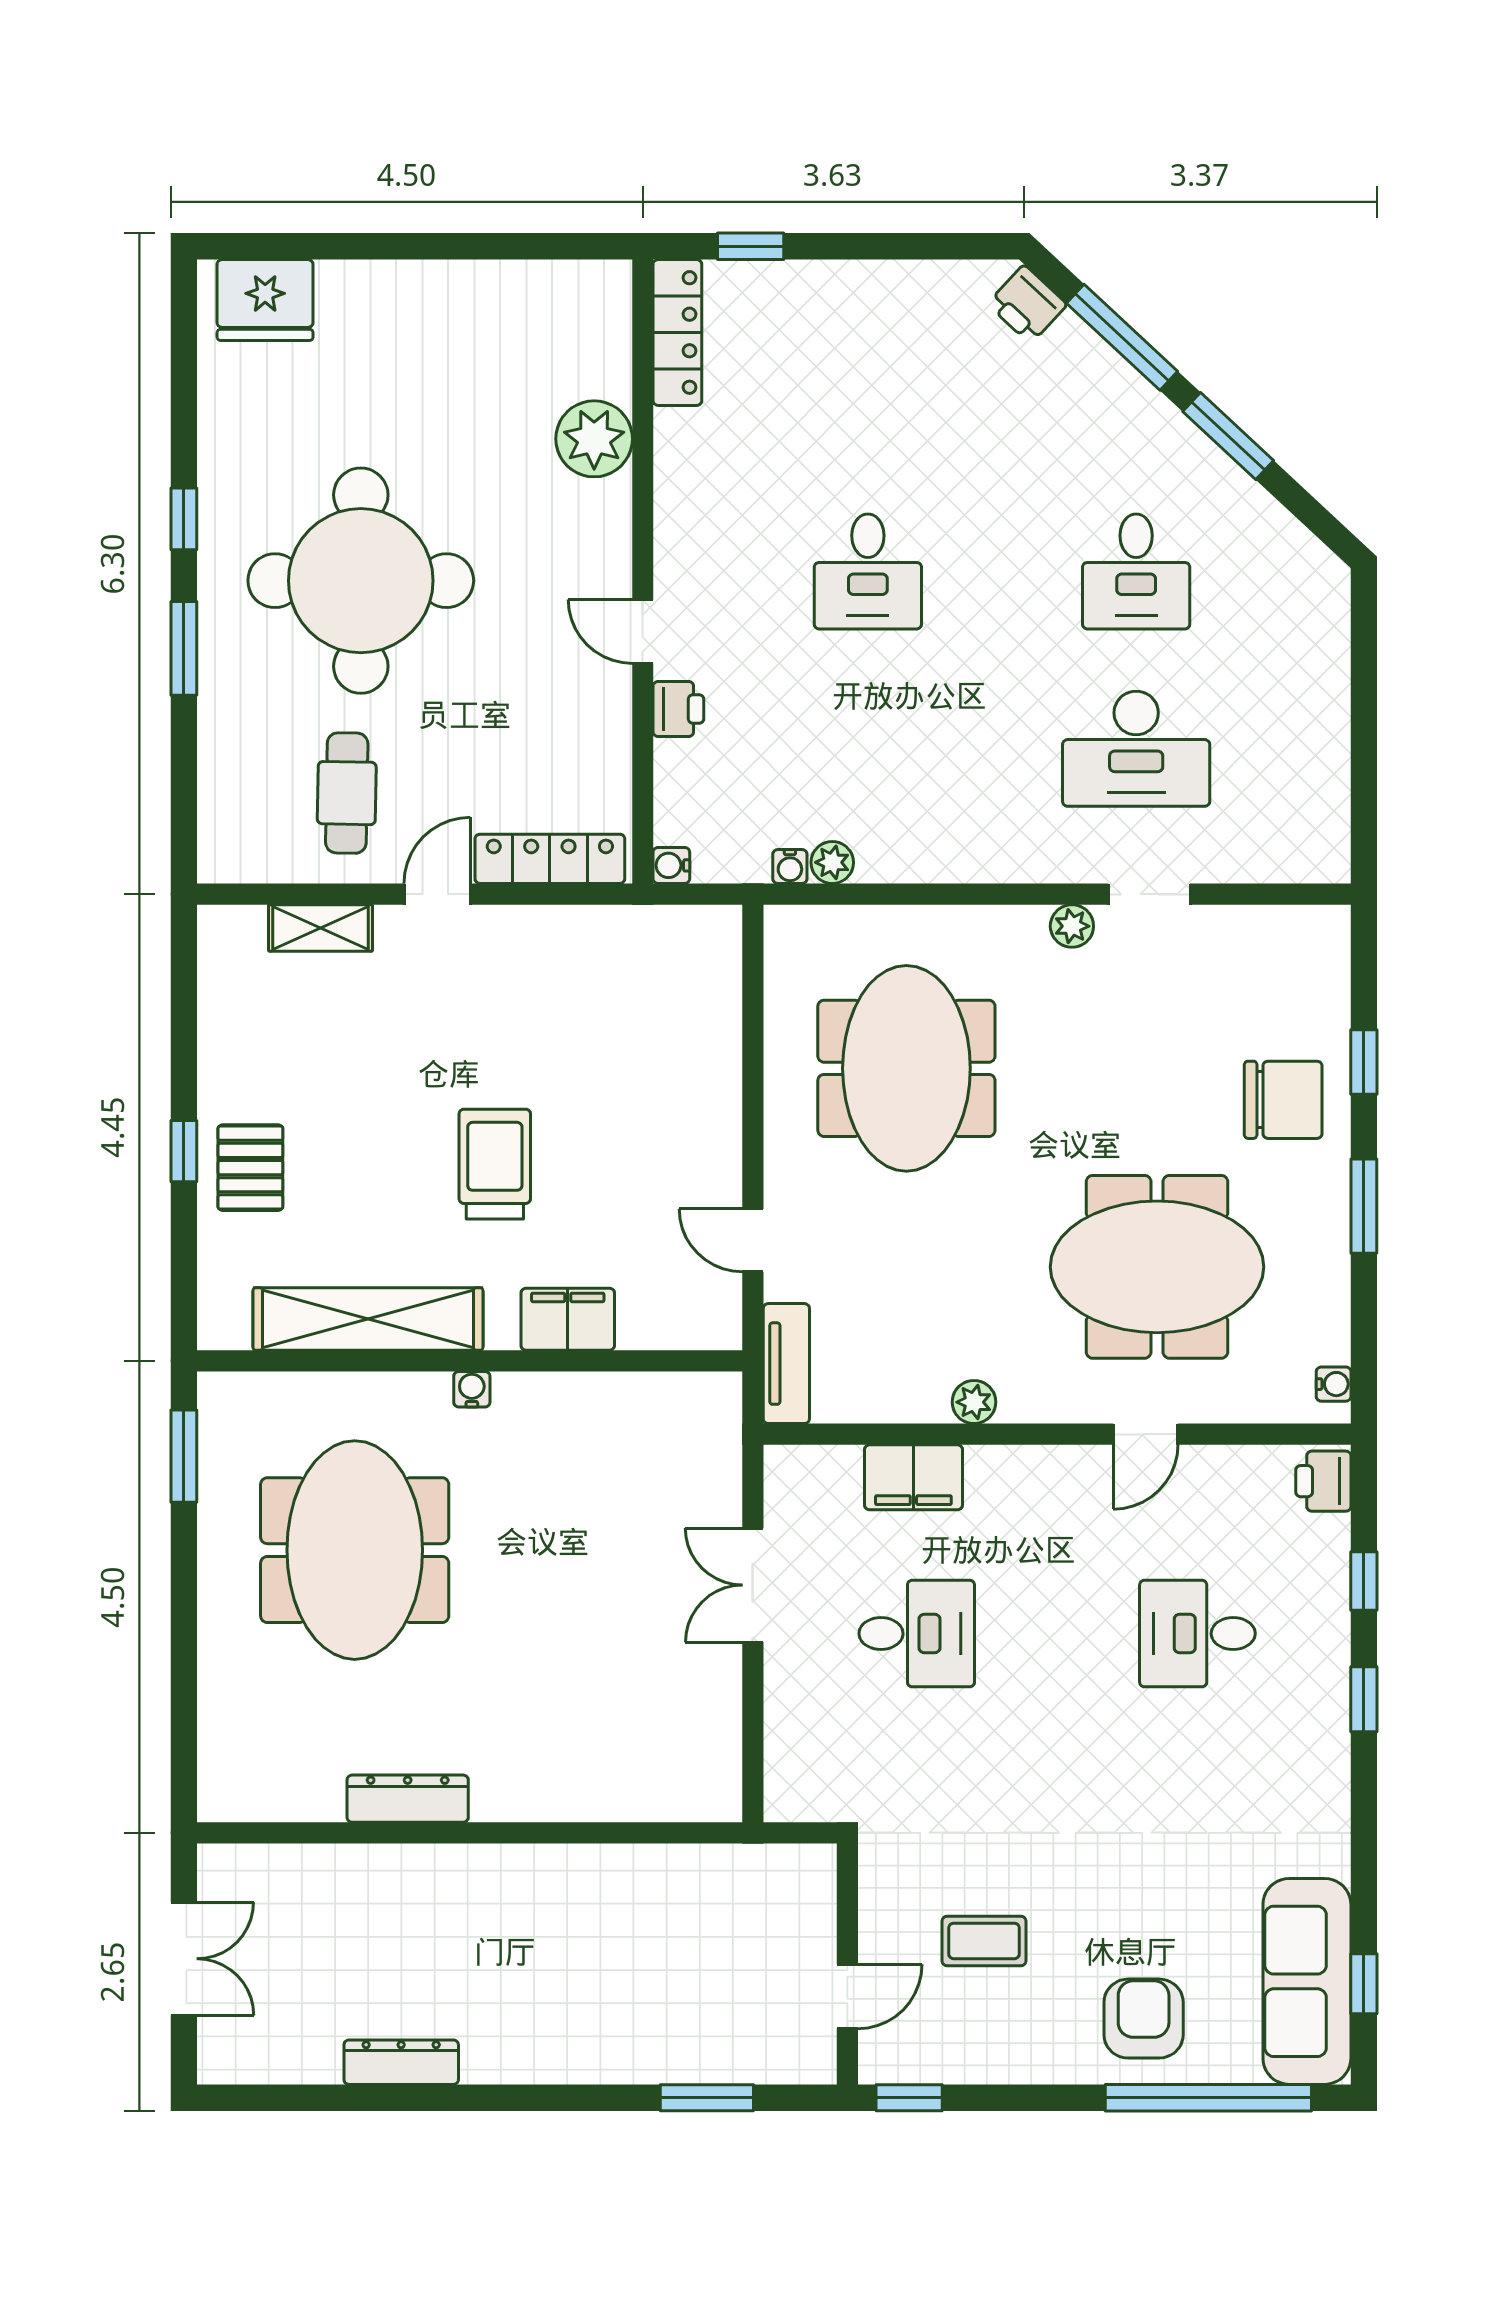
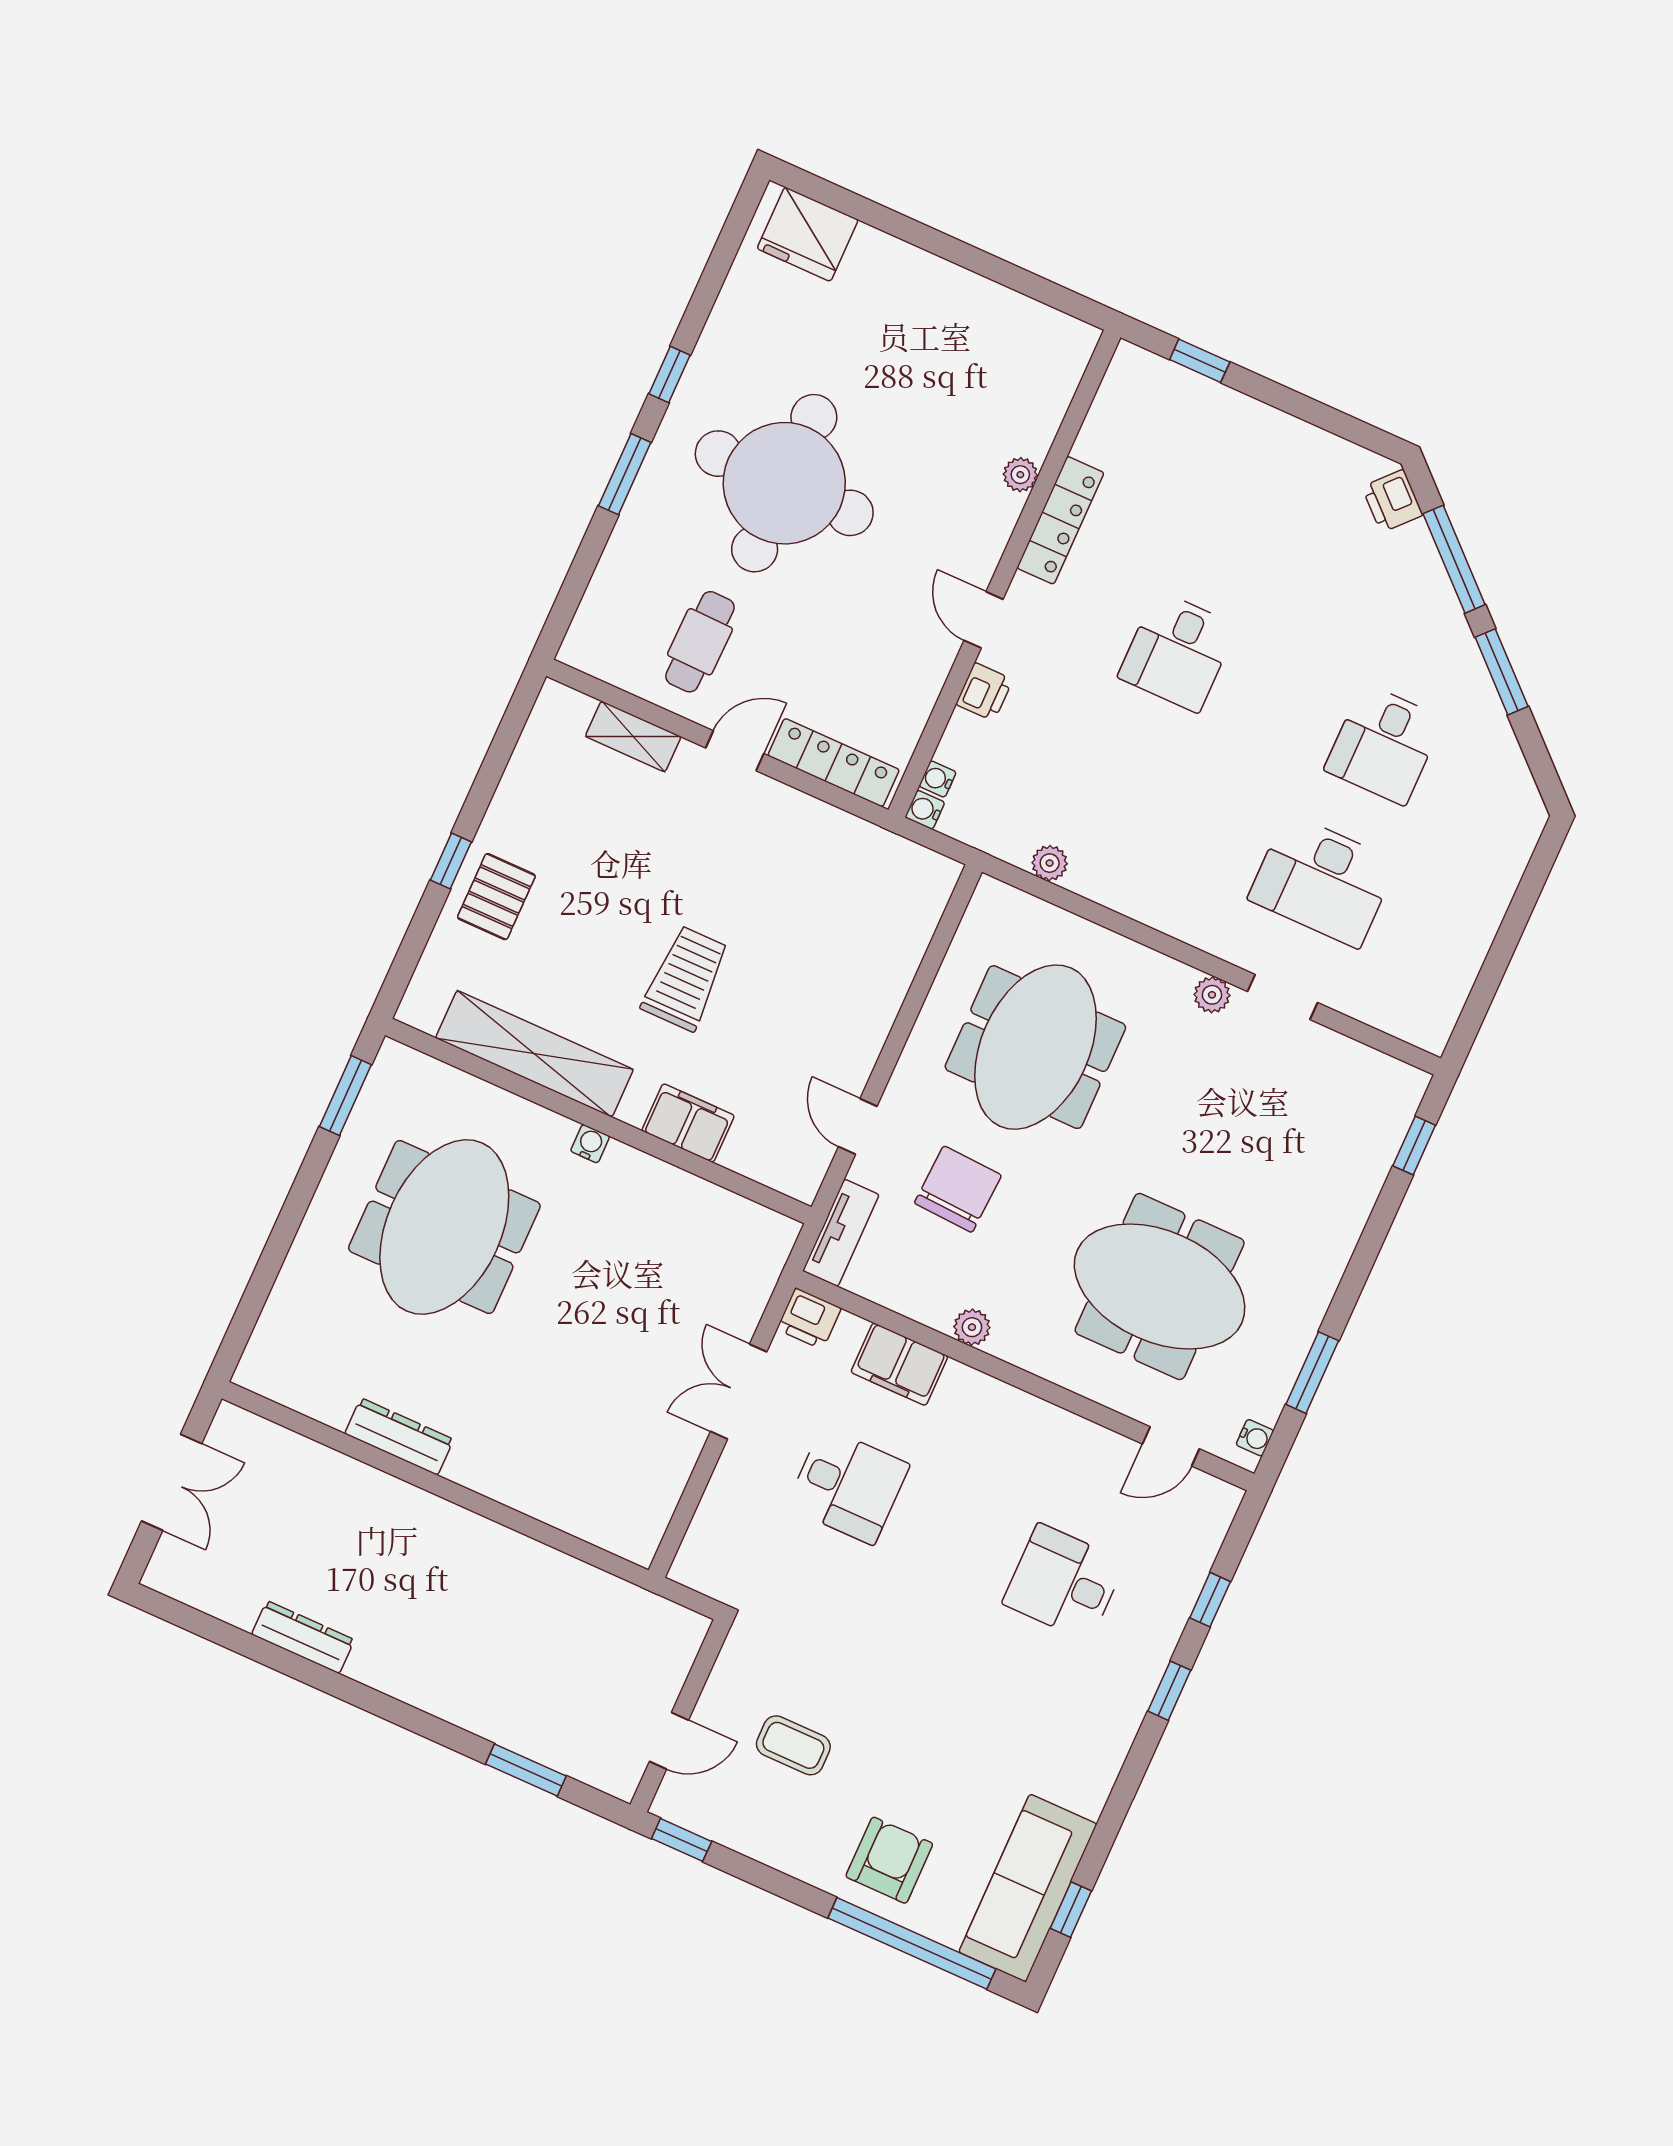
locker: (677, 332) -> (1060, 520), moved
plant: (594, 439) -> (1020, 475), width x0.53, depth x0.53
water cooler: (790, 866) -> (938, 779), moved, turned 90
window: (1364, 1062) -> (1414, 1146), moved
chair: (1283, 1100) -> (958, 1189), moved, turned -87
window: (1364, 1206) -> (1312, 1373), moved
door: (1146, 1434) -> (1171, 1446), moved
printer: (1323, 1481) -> (809, 1319), moved, turned -90

